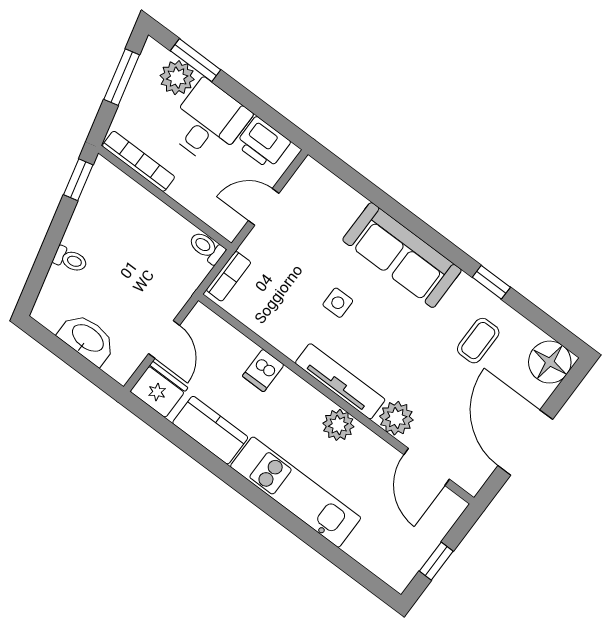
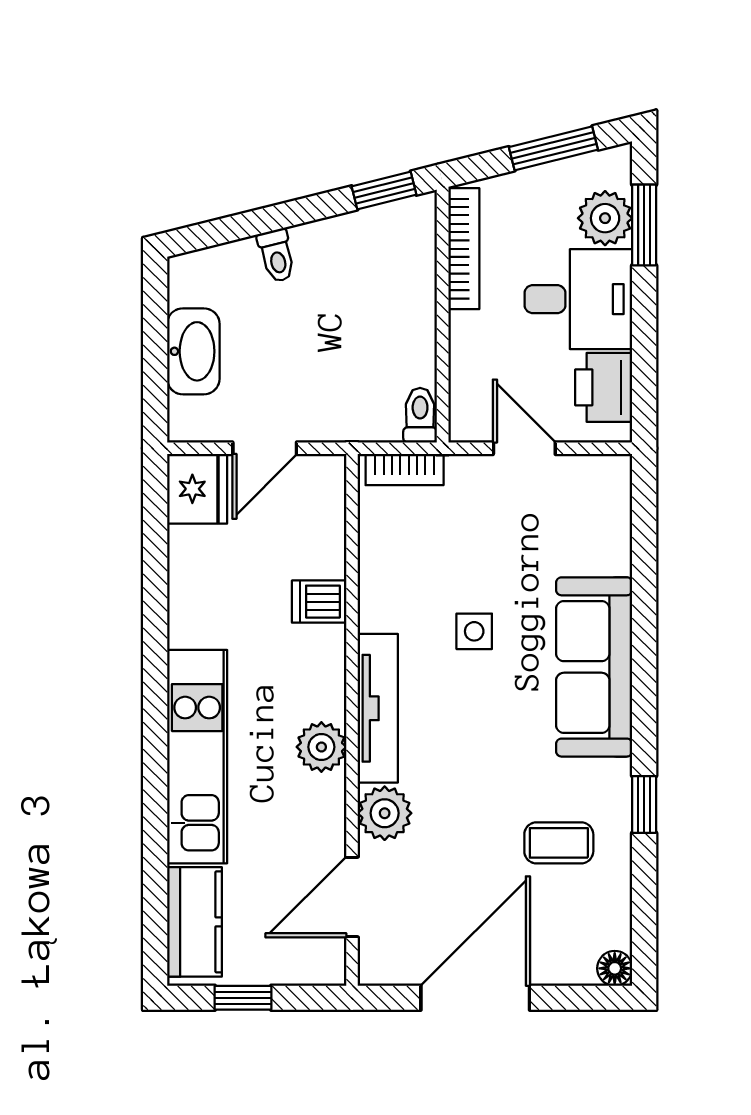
floor lamp: (550, 362) -> (615, 968), width x0.53, depth x0.53
kitchen counter: (210, 430) -> (194, 922), moved

